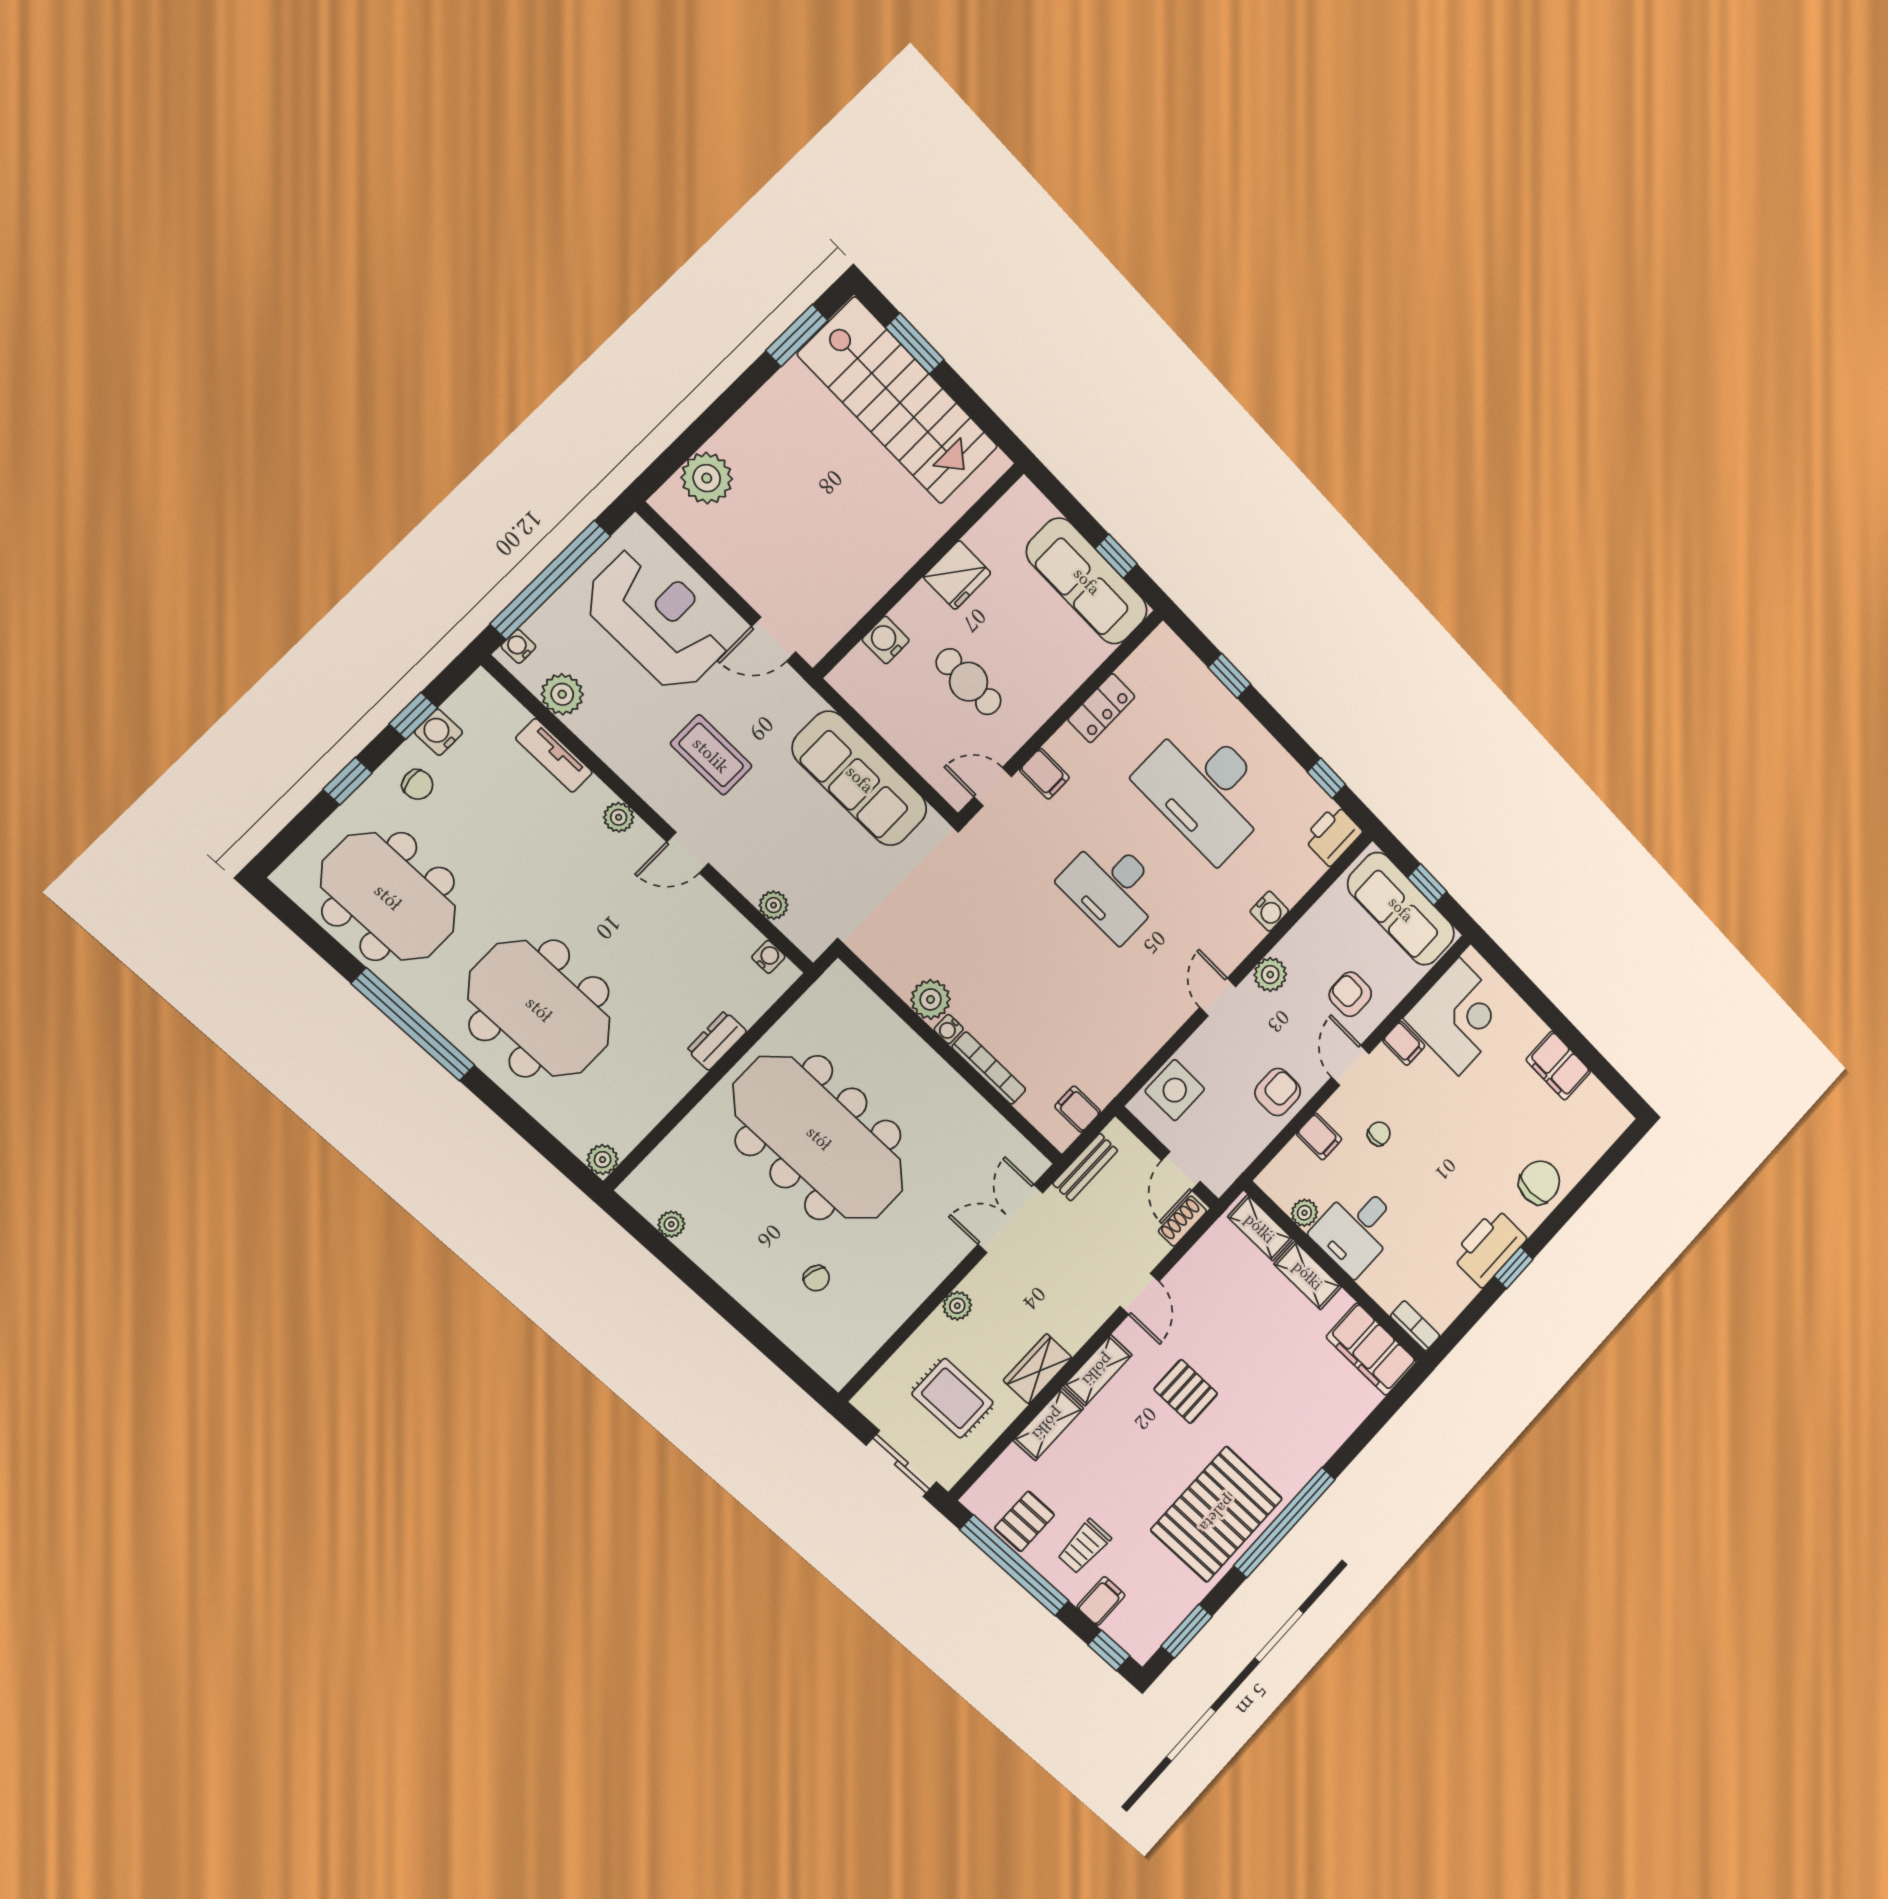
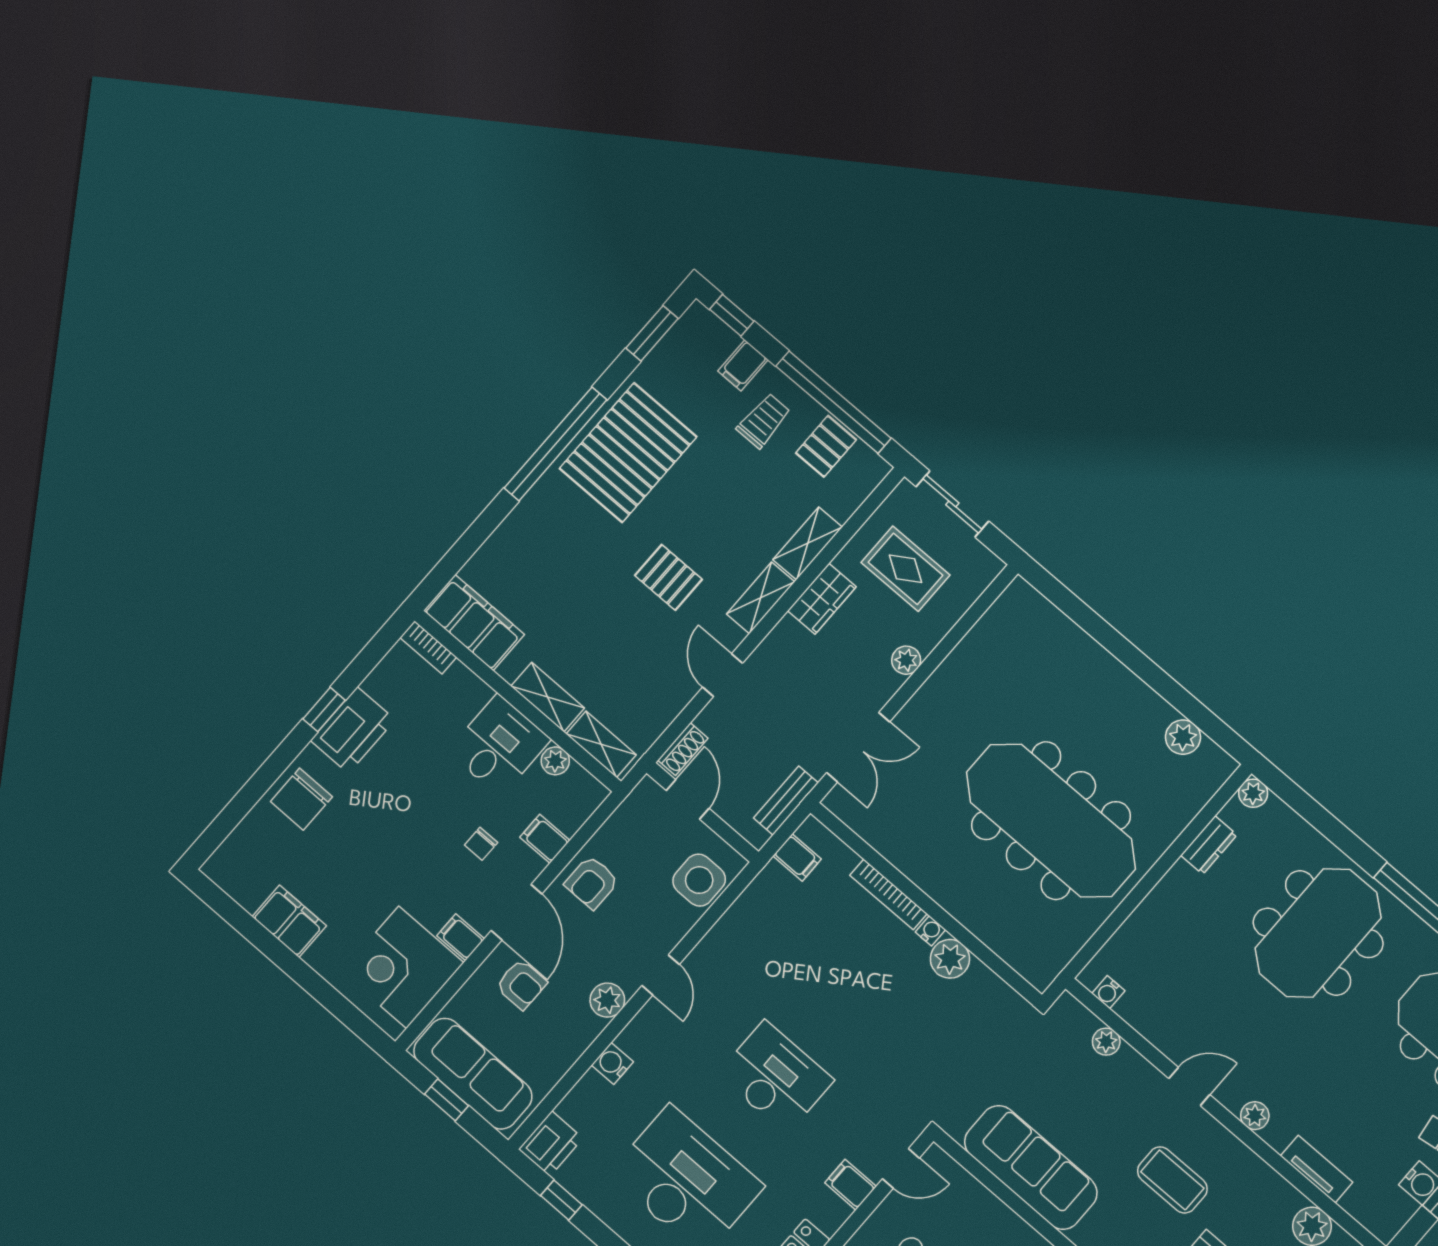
meeting table: (539, 1009) -> (1318, 933), turned 90
dresser: (717, 1041) -> (1209, 845), moved
door: (1350, 1065) -> (516, 912), width x1.38
plant: (671, 1224) -> (1183, 737), width x1.38, depth x1.38
chair: (816, 1278) -> (1045, 685), removed

